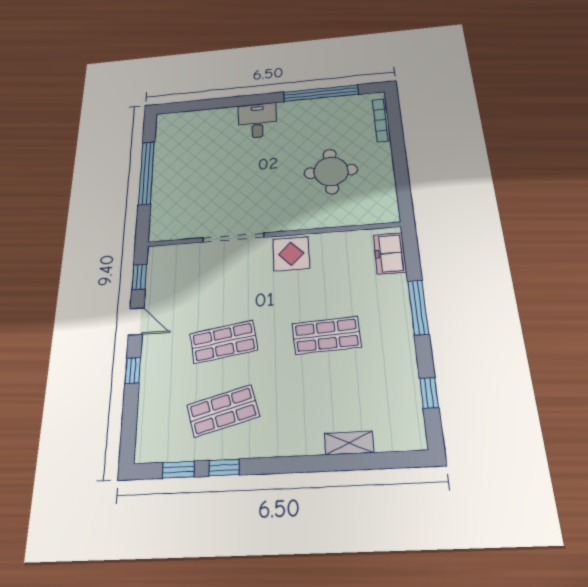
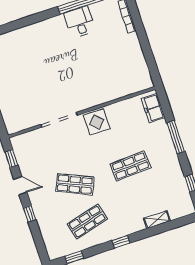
desk: (257, 121) -> (80, 22), moved
round table: (331, 171) -> (105, 61), removed
shop shelf: (224, 342) -> (75, 184), turned 33
window: (224, 468) -> (121, 242), moved

